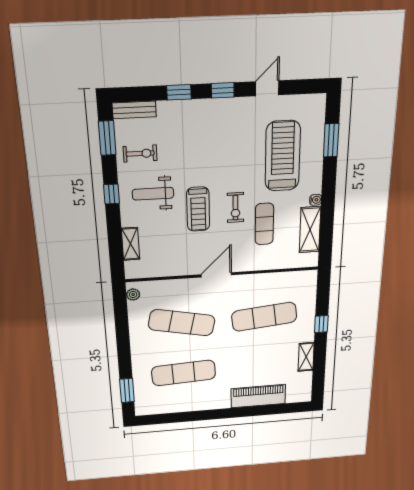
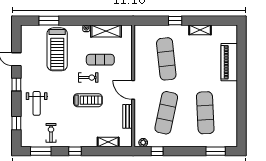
window: (179, 92) -> (16, 123), moved
bench: (134, 110) -> (127, 116), moved
treadmill: (283, 156) -> (57, 49), turned -90
weight bench: (153, 194) -> (37, 103), moved
window: (121, 315) -> (157, 151), added

